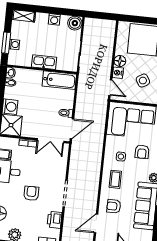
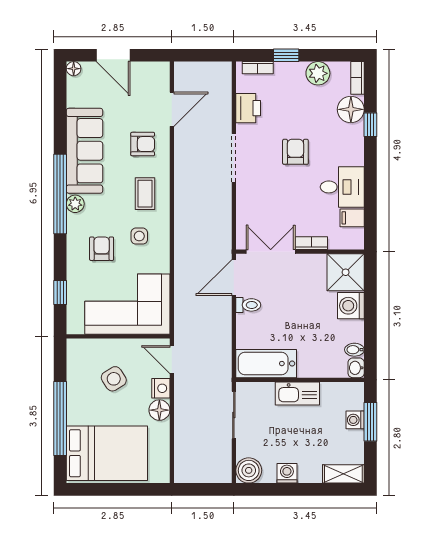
armchair: (31, 193) -> (295, 152), turned 180

